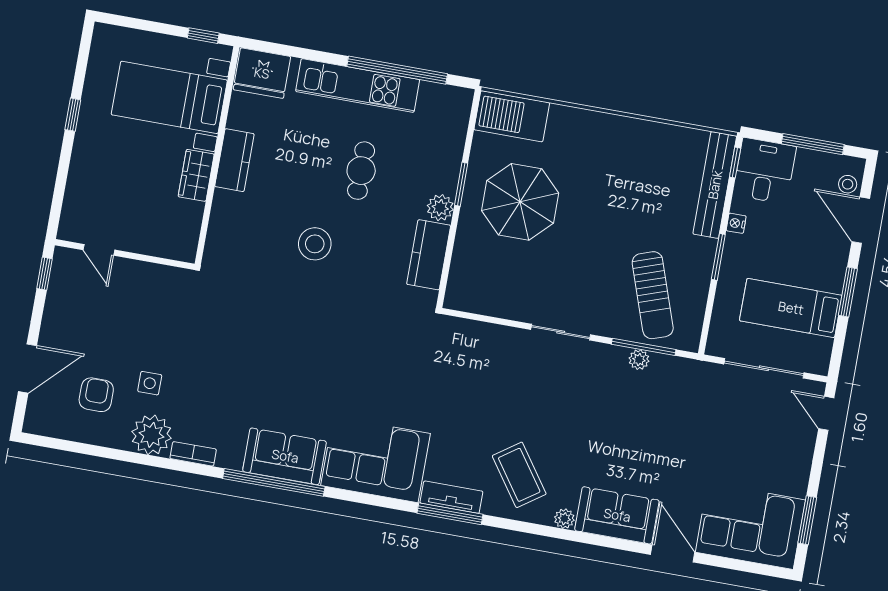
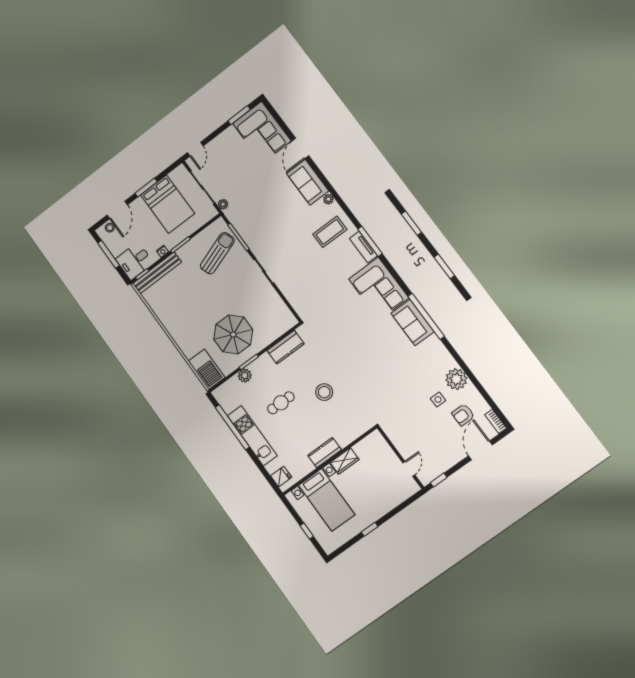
window: (203, 36) -> (307, 531), moved
fridge: (262, 73) -> (281, 477), width x0.53, depth x0.75
plant: (440, 208) -> (245, 375), moved
bed: (791, 308) -> (168, 204), width x1.50
plant: (639, 360) -> (223, 204), moved
door: (28, 369) -> (480, 450), hinge flipped
bookcase: (193, 454) -> (496, 421), moved
coffee table: (519, 475) -> (330, 232), turned 35

